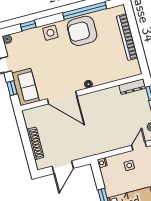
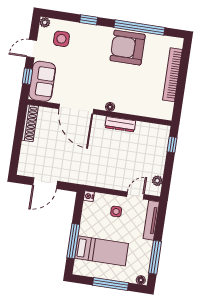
window: (28, 26) -> (89, 20), moved
side table: (50, 33) -> (61, 39), moved
dresser: (132, 87) -> (120, 124), moved
shoe rack: (35, 143) -> (30, 123), moved

